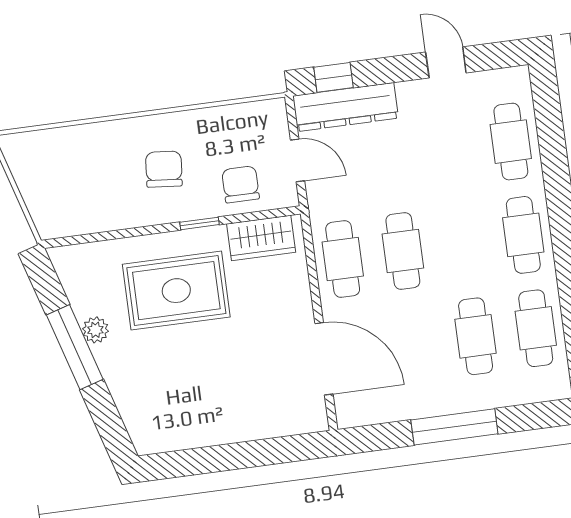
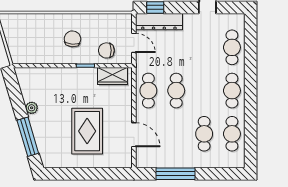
chair: (241, 184) -> (106, 50), turned -90
rug: (176, 291) -> (87, 131), moved, turned 90
window: (75, 347) -> (28, 137), moved
door: (324, 359) -> (134, 135), width x0.73
window: (454, 427) -> (176, 174), moved

